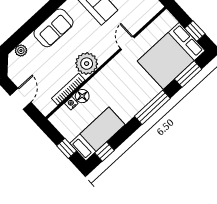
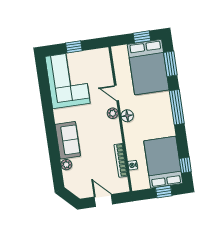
plant: (21, 51) -> (66, 165), moved
plant: (87, 64) -> (113, 113), moved, width x0.53, depth x0.53
floor lamp: (82, 96) -> (127, 116), moved
bed: (97, 134) -> (163, 162), width x1.50

